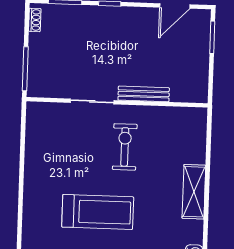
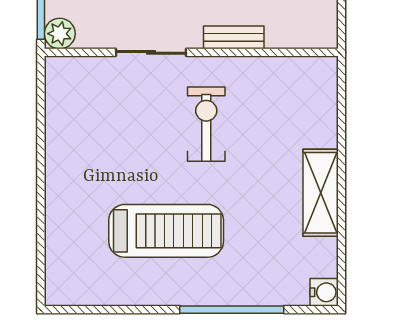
plant: (36, 88) -> (60, 34), added
bench: (144, 94) -> (234, 37), width x0.73

